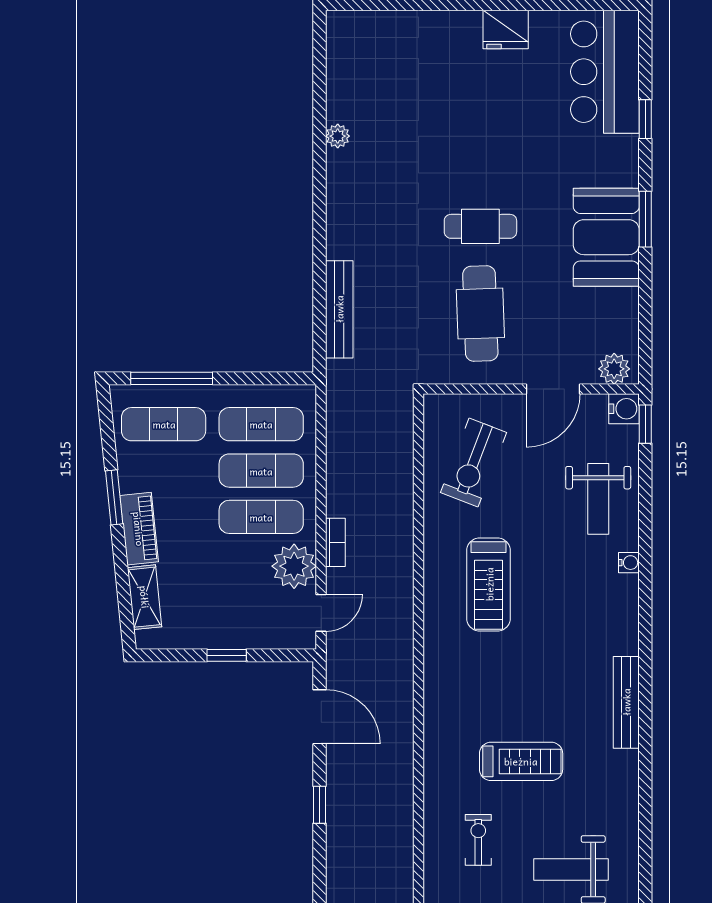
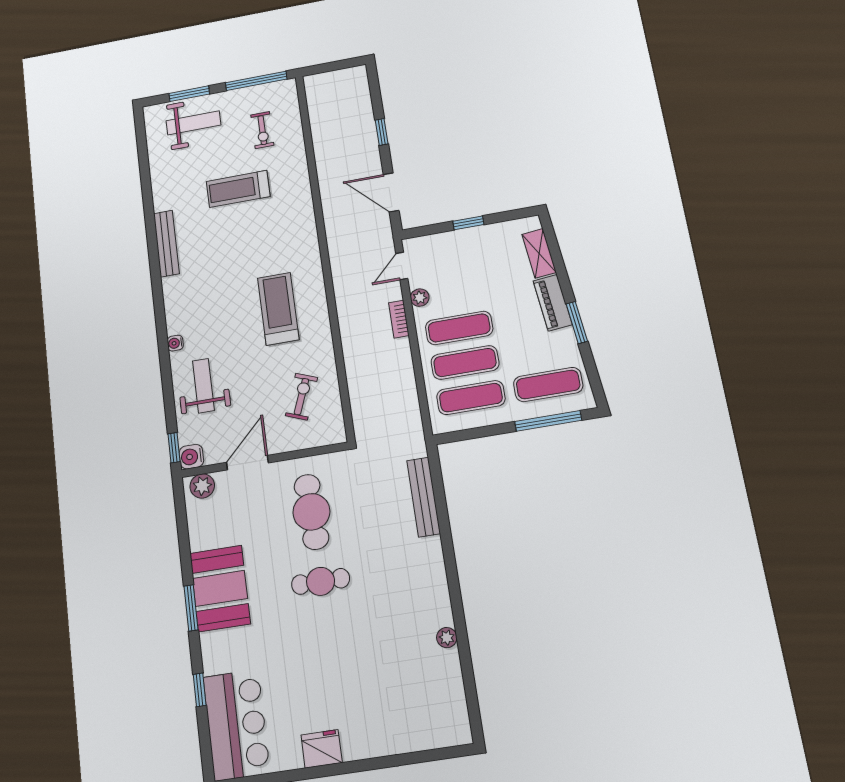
exercise bike: (474, 463) -> (301, 397), width x0.73, depth x0.72
plant: (294, 566) -> (420, 298), width x0.53, depth x0.53

